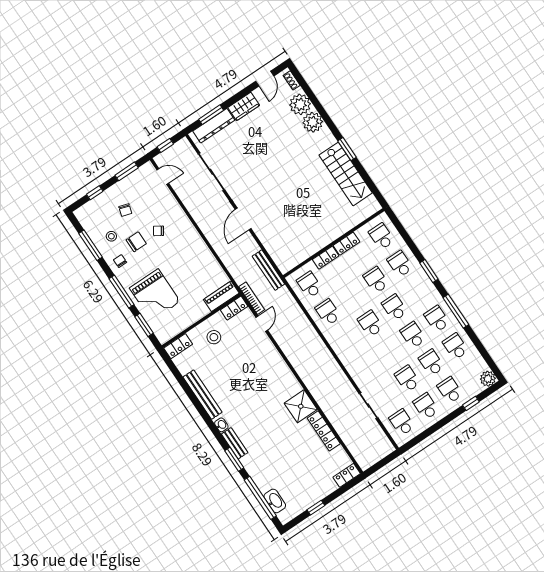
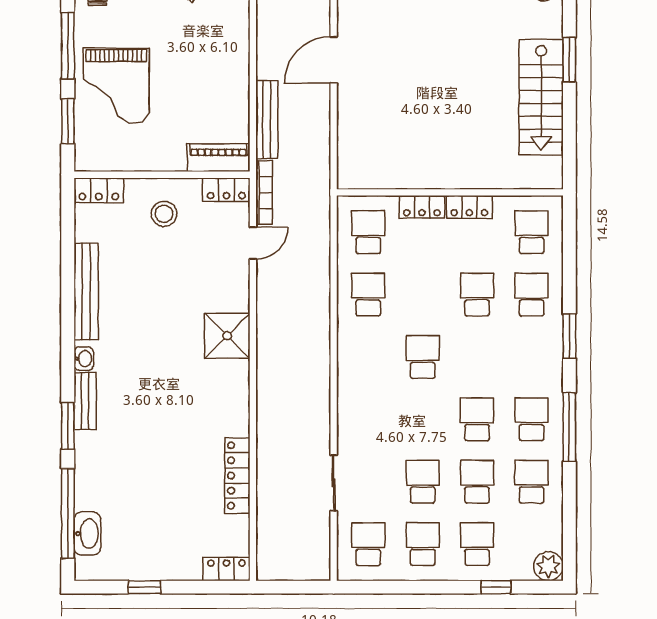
bench: (268, 270) -> (267, 120), moved
school desk: (394, 308) -> (477, 357), removed
shower: (301, 406) -> (227, 336), moved

